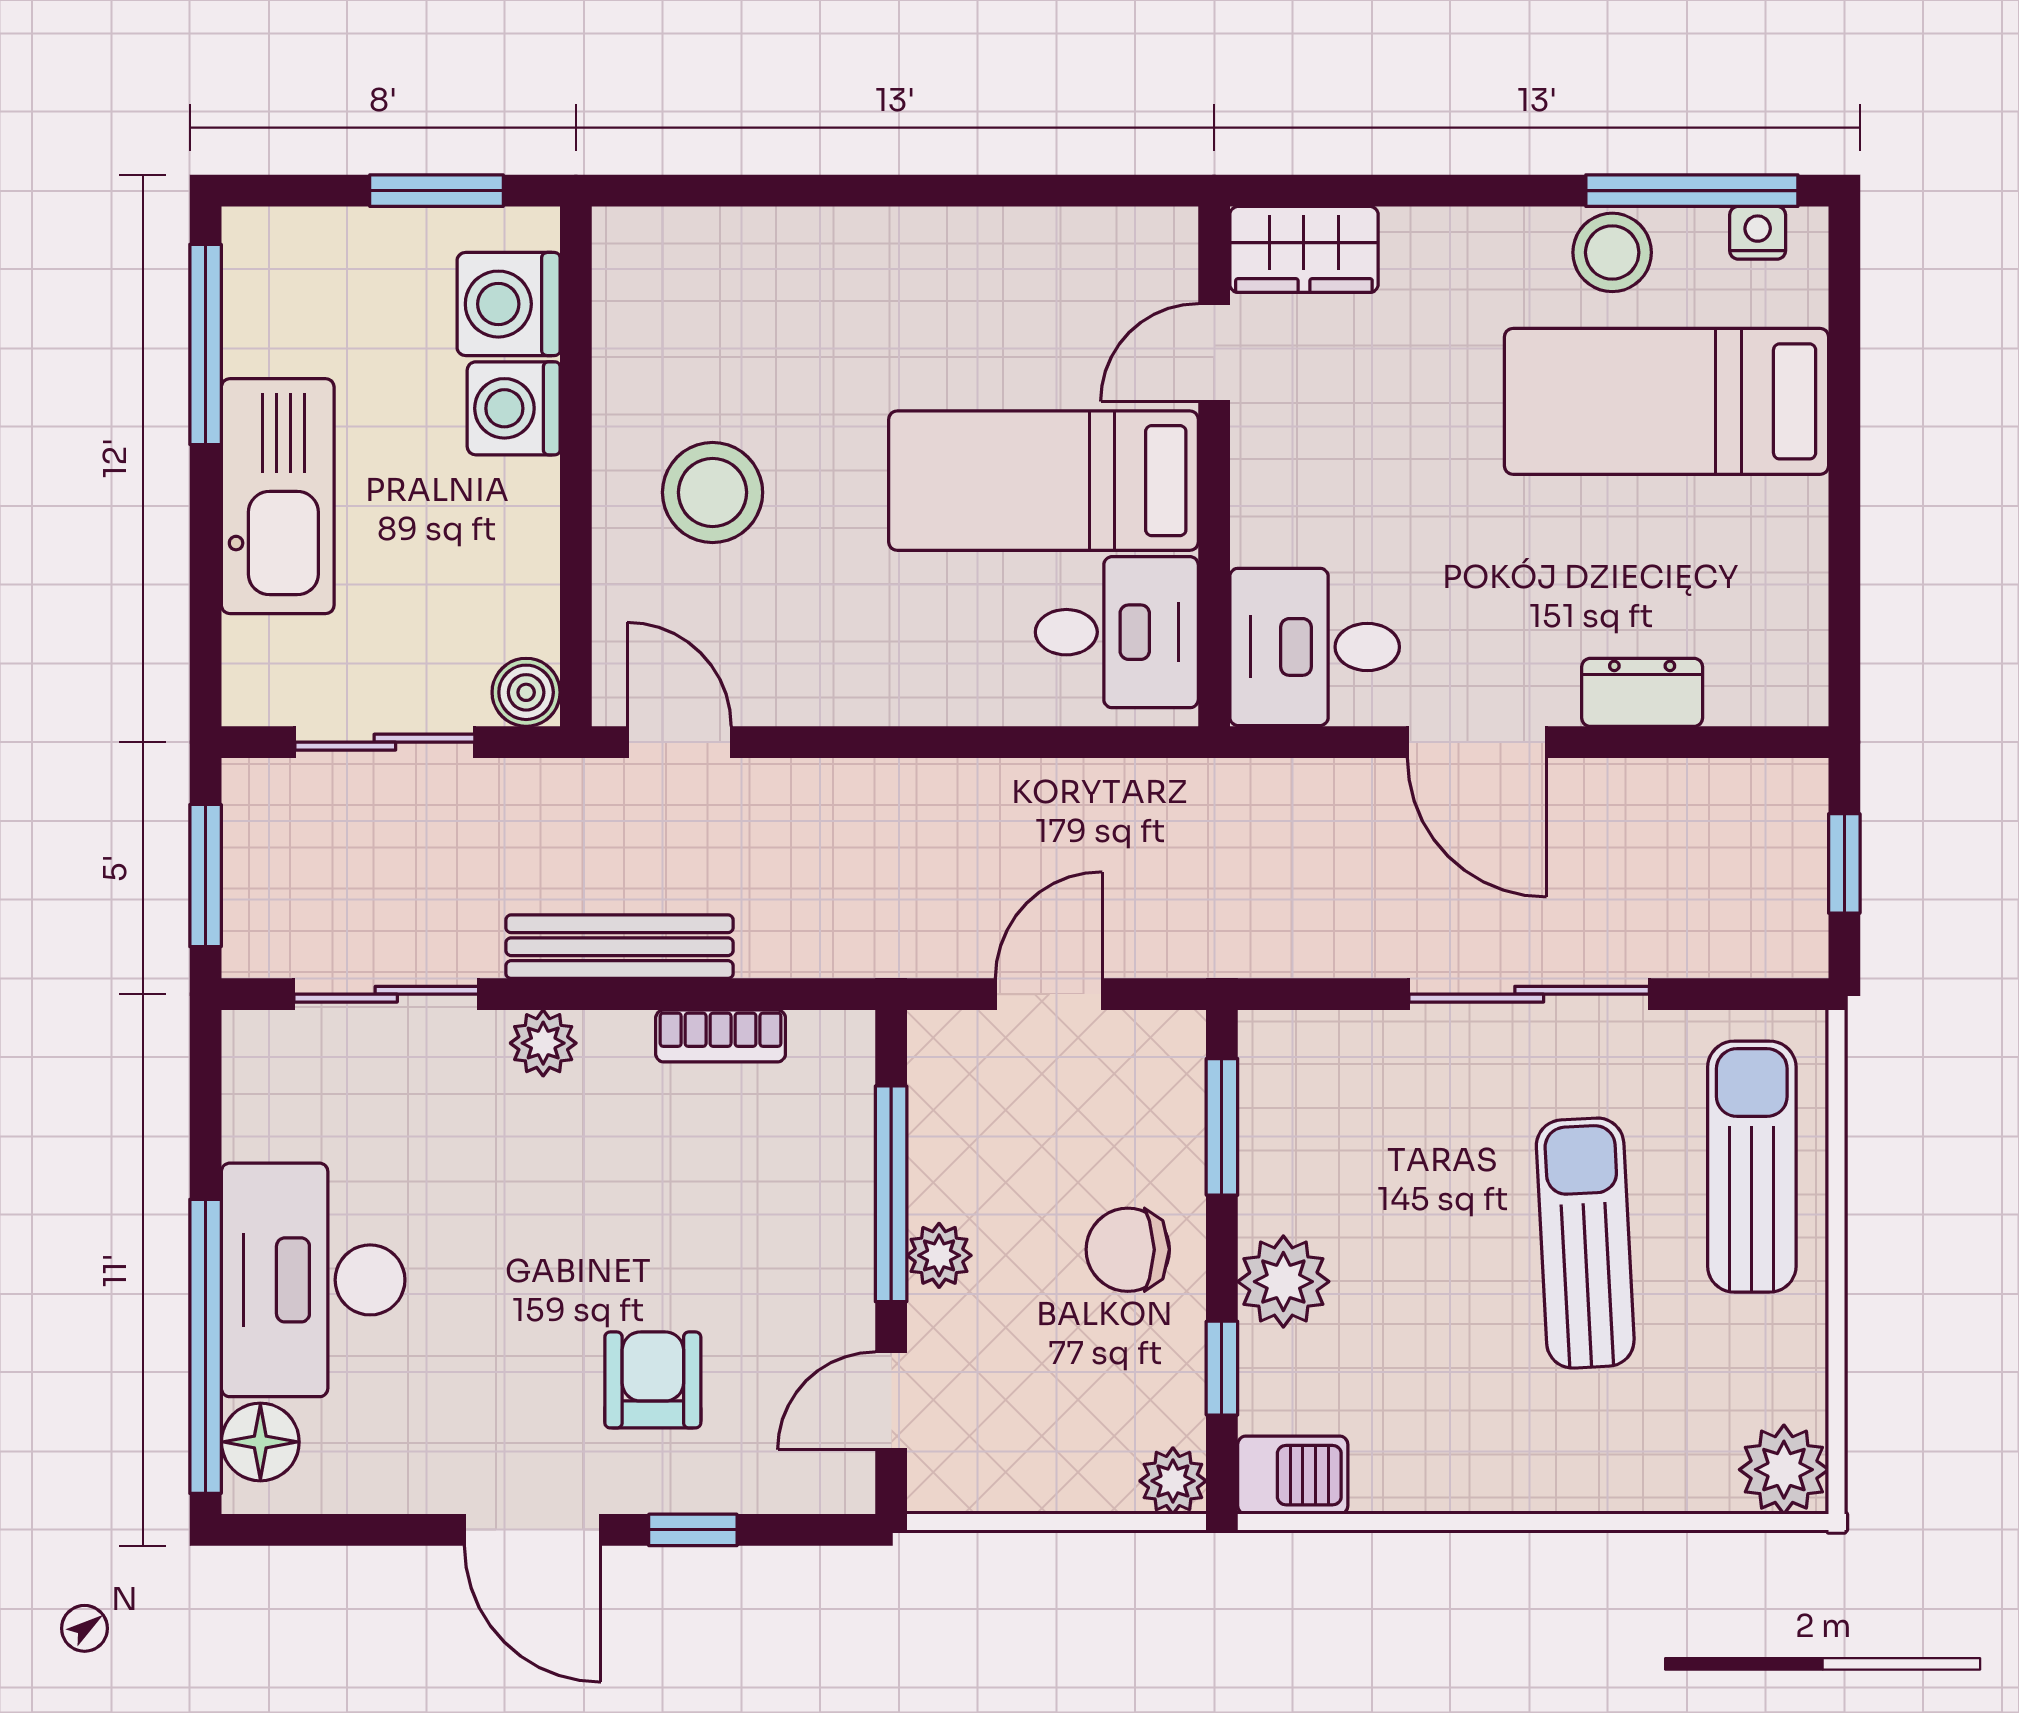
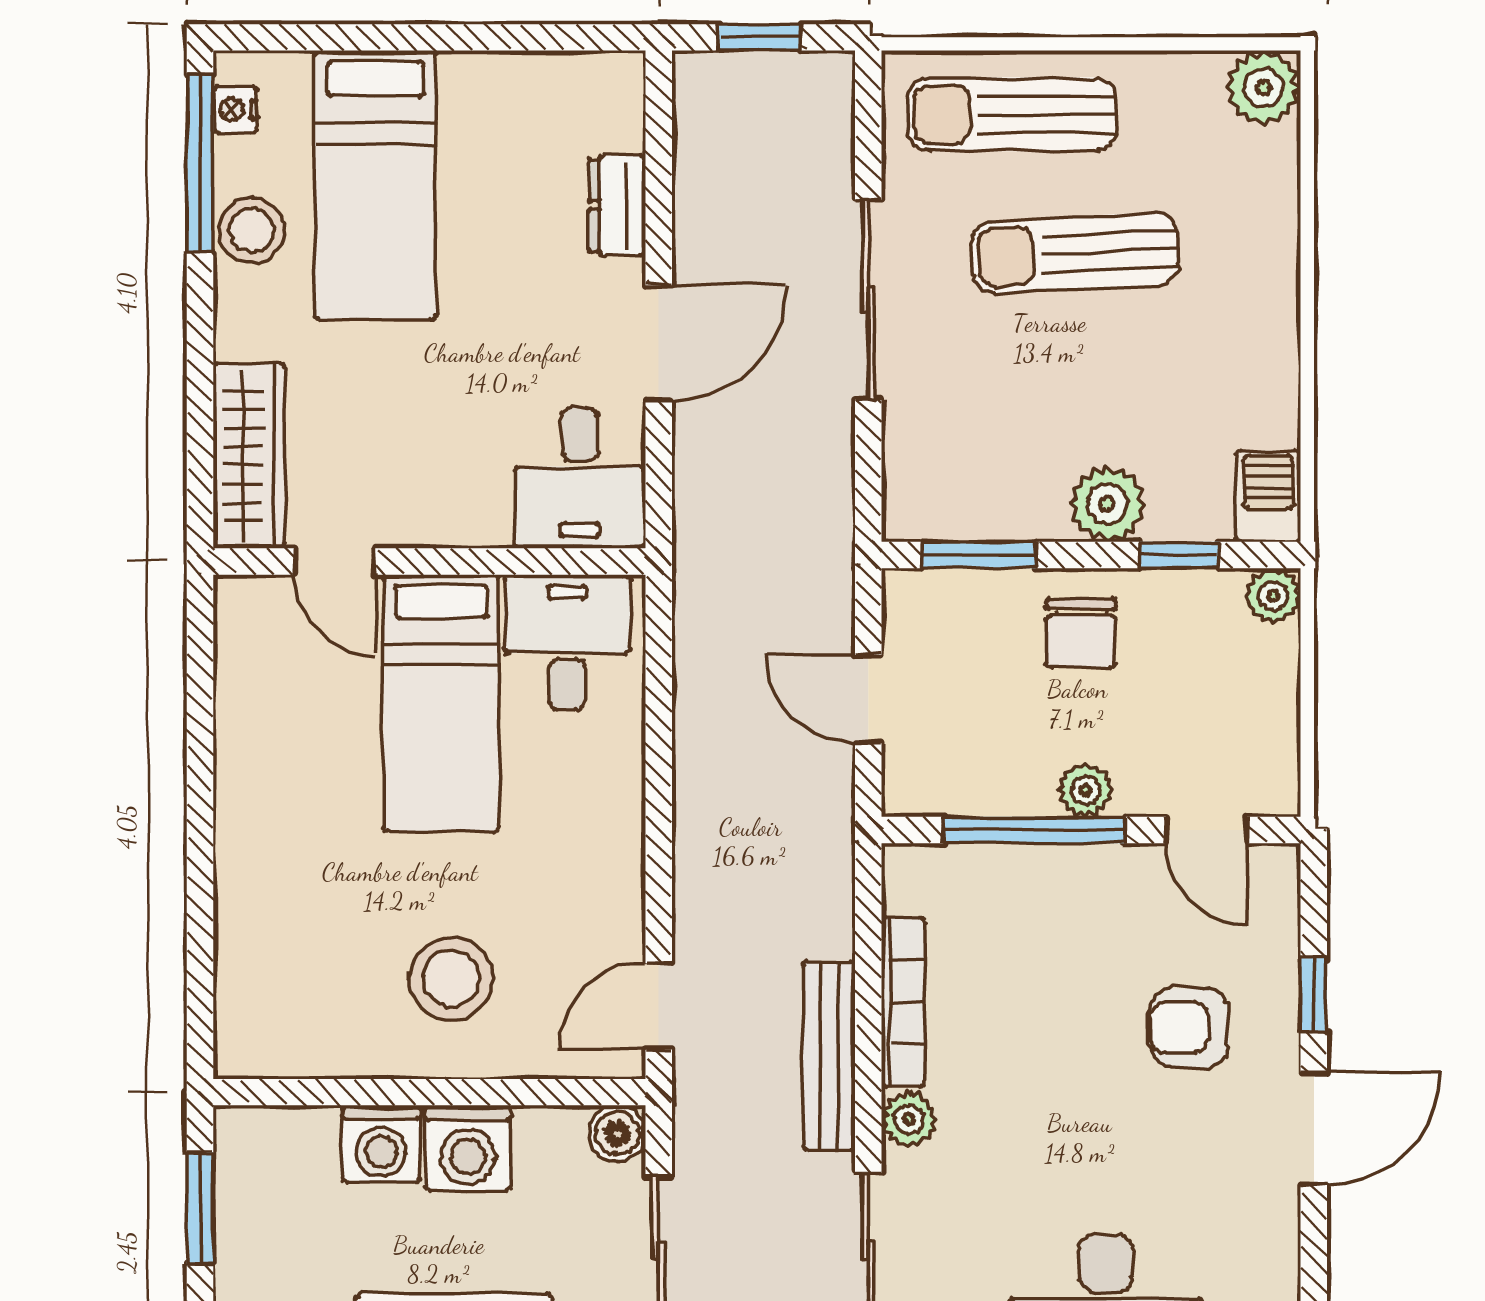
wardrobe: (1304, 249) -> (249, 456), width x1.50
washing machine: (509, 304) -> (468, 1148), moved
bookcase: (721, 1036) -> (903, 1002), width x1.56

